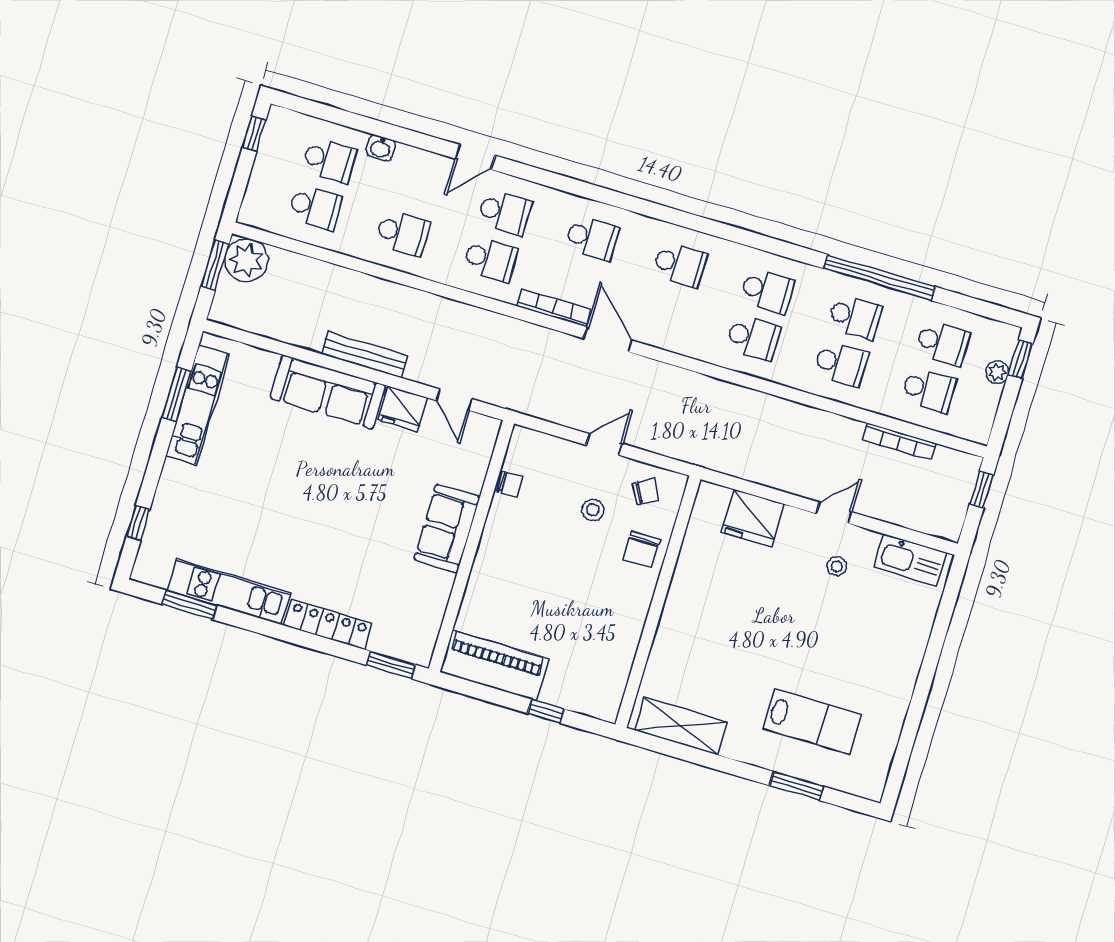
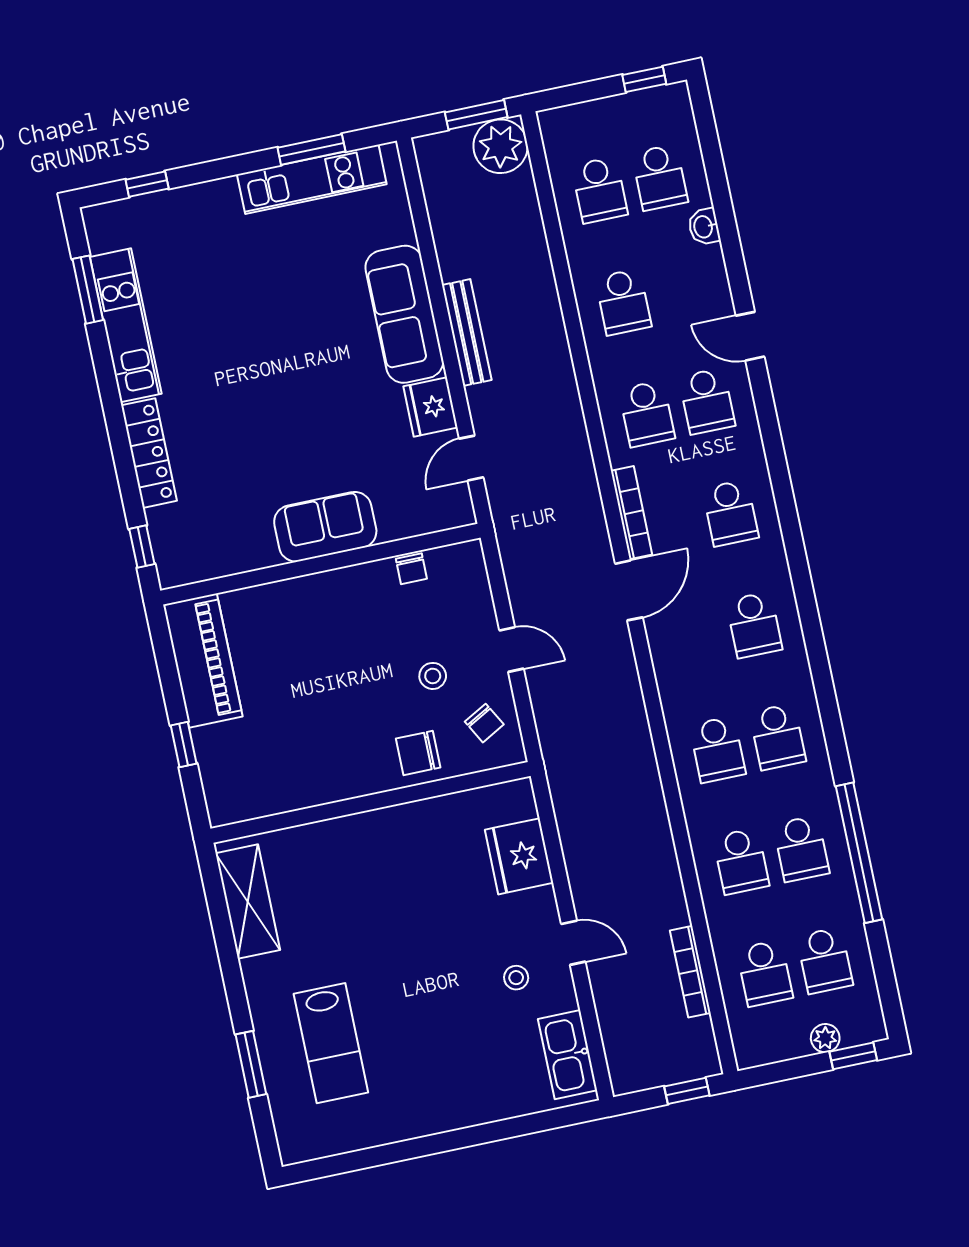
window: (391, 665) -> (142, 547), width x0.67

